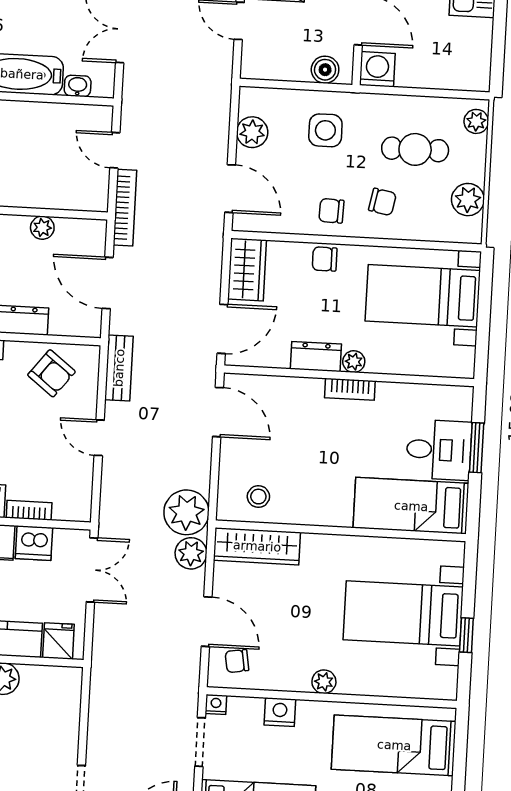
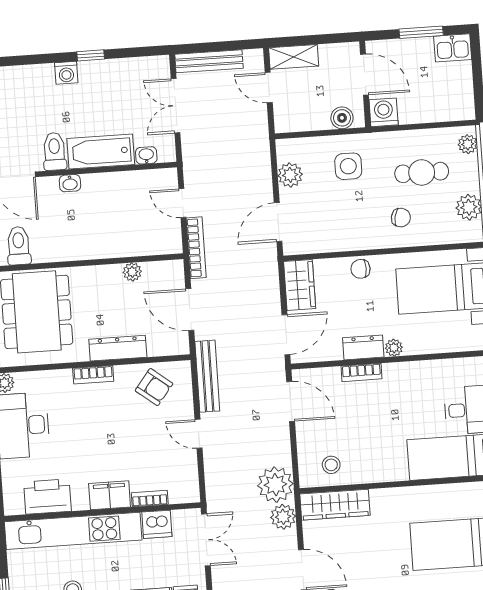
door: (230, 189) -> (278, 222), swing flipped
chair: (331, 211) -> (361, 230), removed
bench: (119, 368) -> (207, 376), width x1.36
bookcase: (350, 389) -> (361, 372), moved

